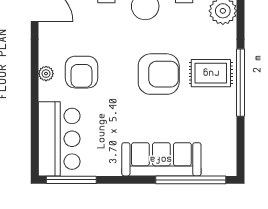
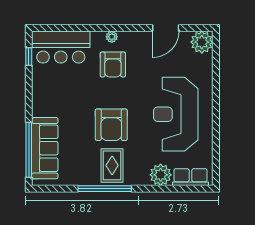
armchair: (82, 72) -> (113, 64), turned -90
sofa: (161, 159) -> (45, 148), moved
window: (71, 180) -> (29, 57), width x0.46

